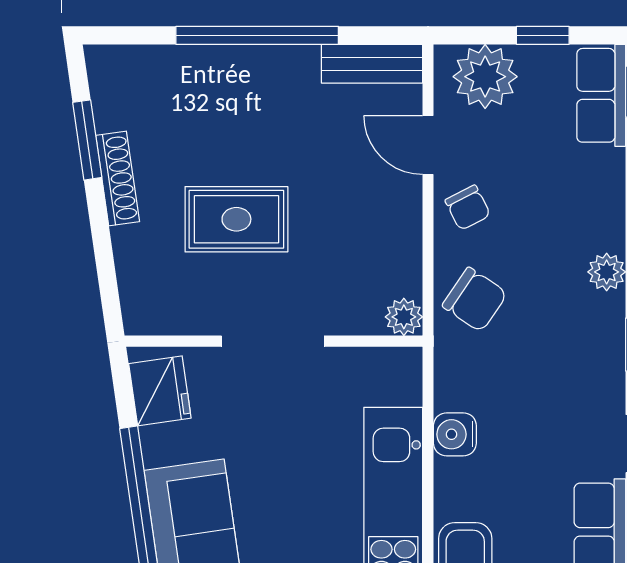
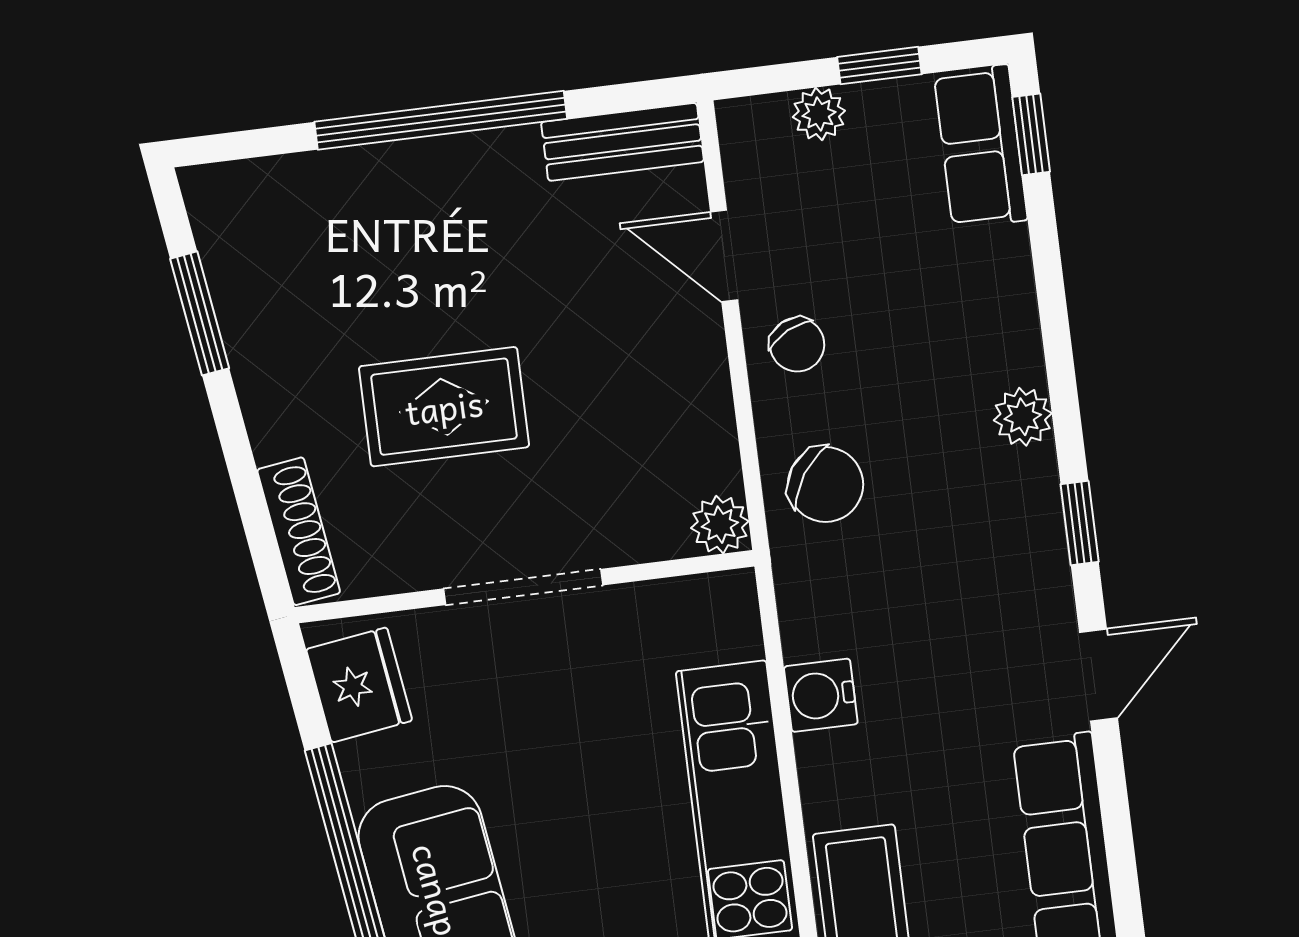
plant: (485, 77) -> (819, 114), width x0.53, depth x0.53
shoe rack: (118, 179) -> (299, 531), moved

